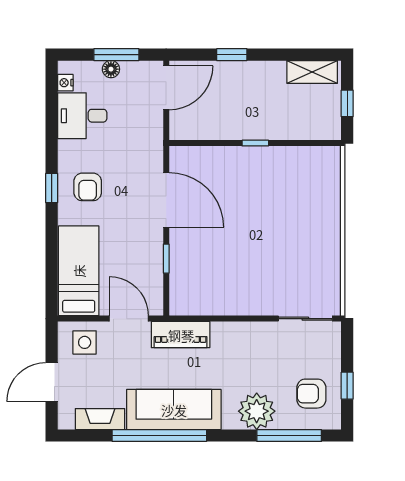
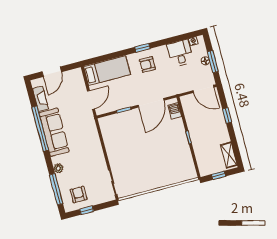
barbecue: (195, 157) -> (175, 111), added
piano: (181, 335) -> (90, 126), removed
side table: (85, 342) -> (74, 82), removed
door: (52, 382) -> (52, 72), swing flipped
plant: (257, 411) -> (58, 168), width x0.53, depth x0.53

